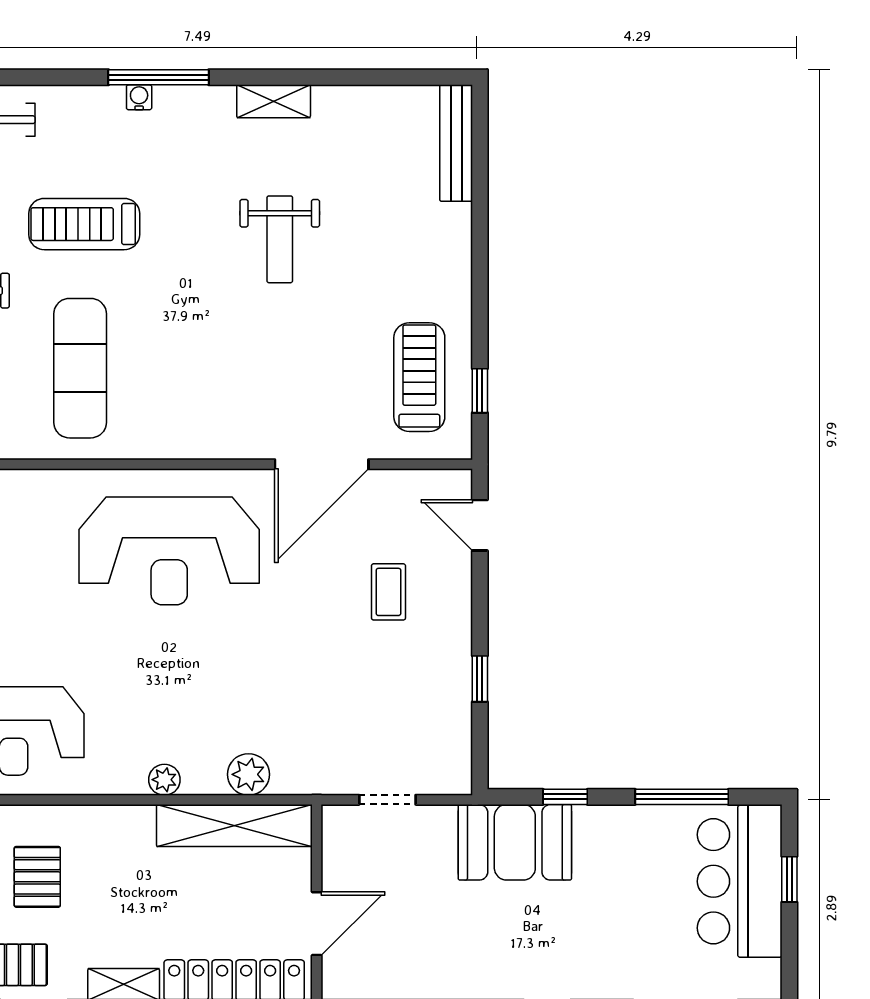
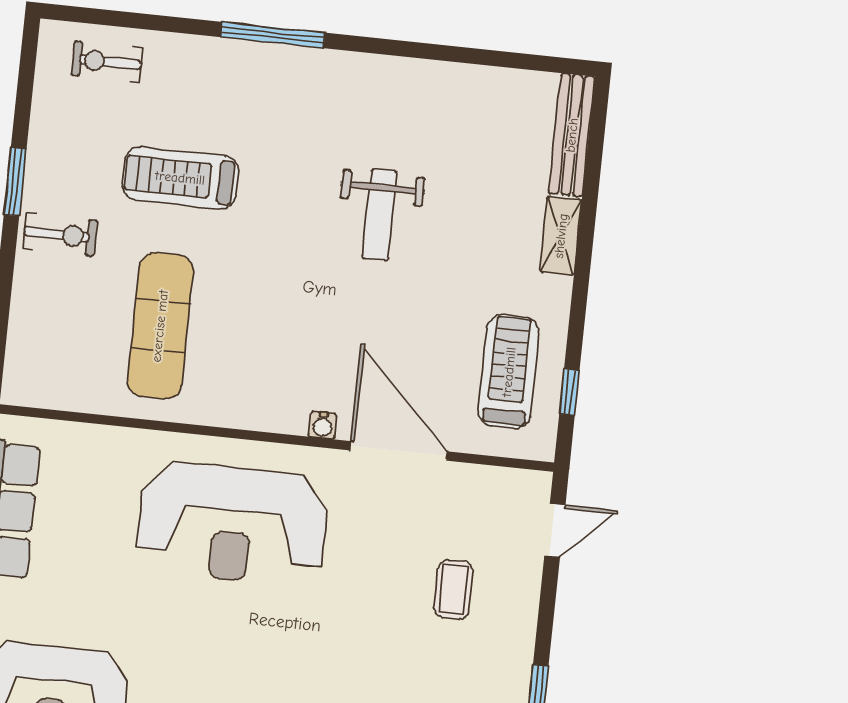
water cooler: (139, 97) -> (323, 425), moved, turned 180
shelving: (274, 101) -> (561, 236), moved, turned 90
door: (322, 464) -> (399, 451), swing flipped
door: (480, 525) -> (555, 531), swing flipped

